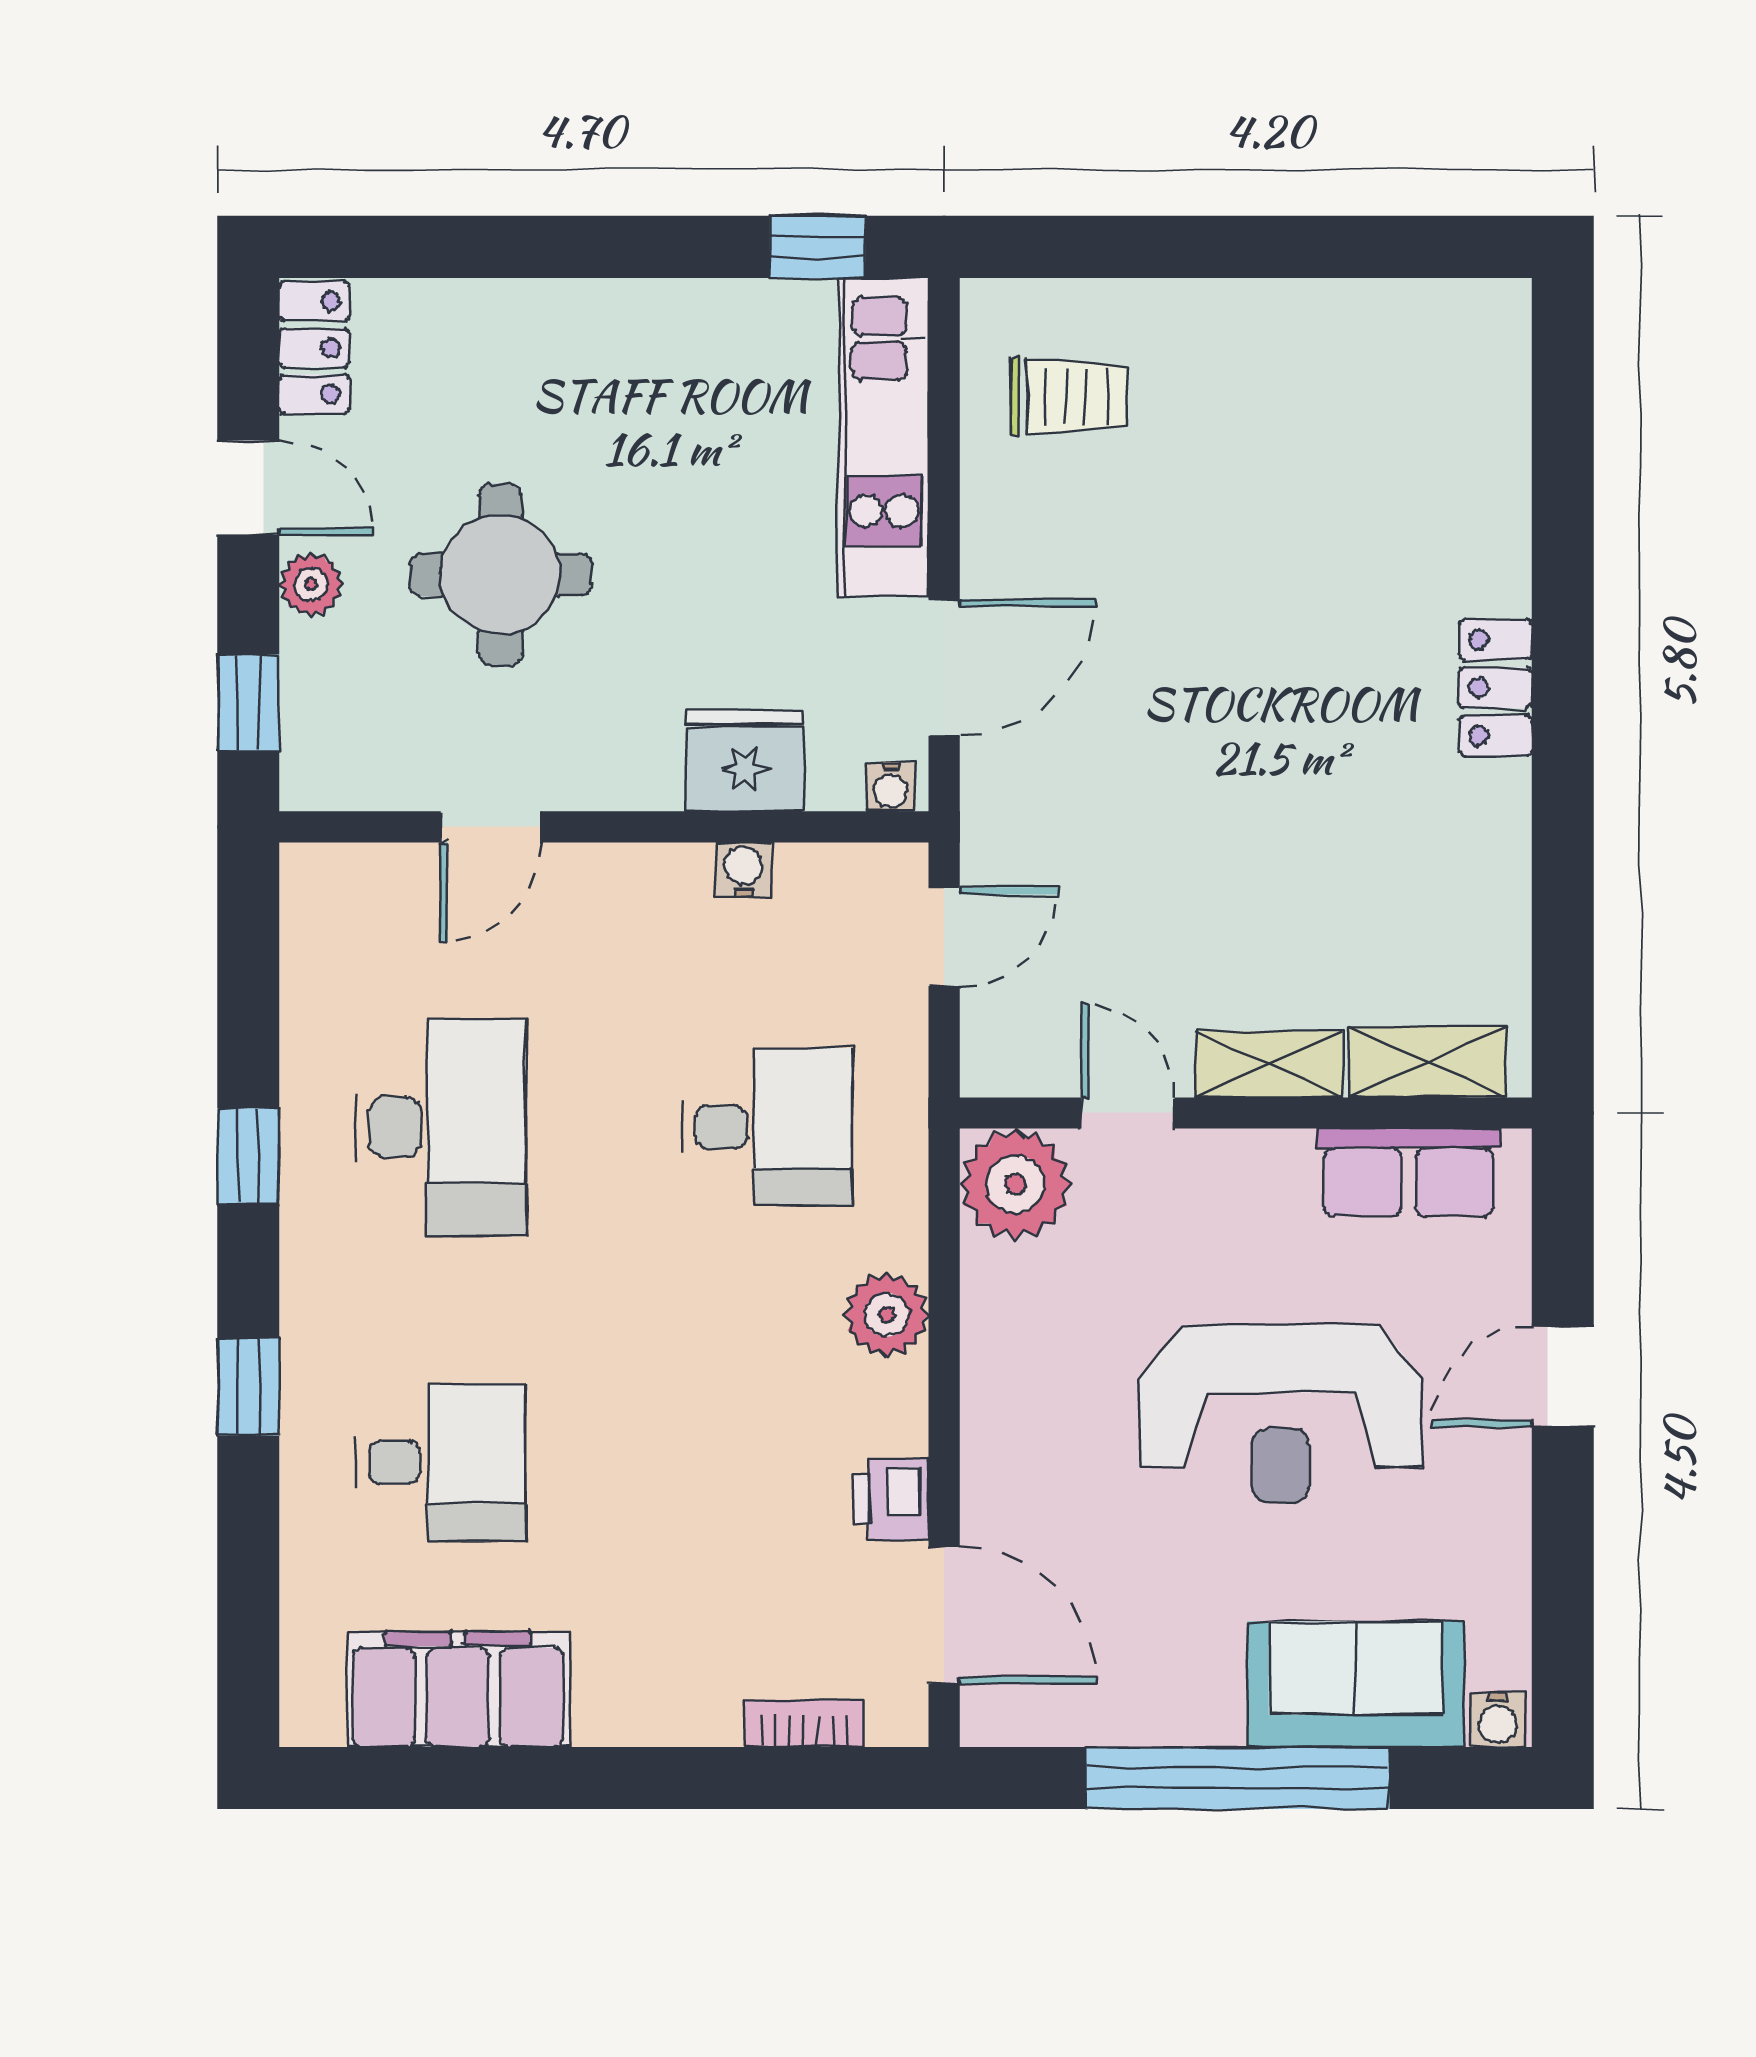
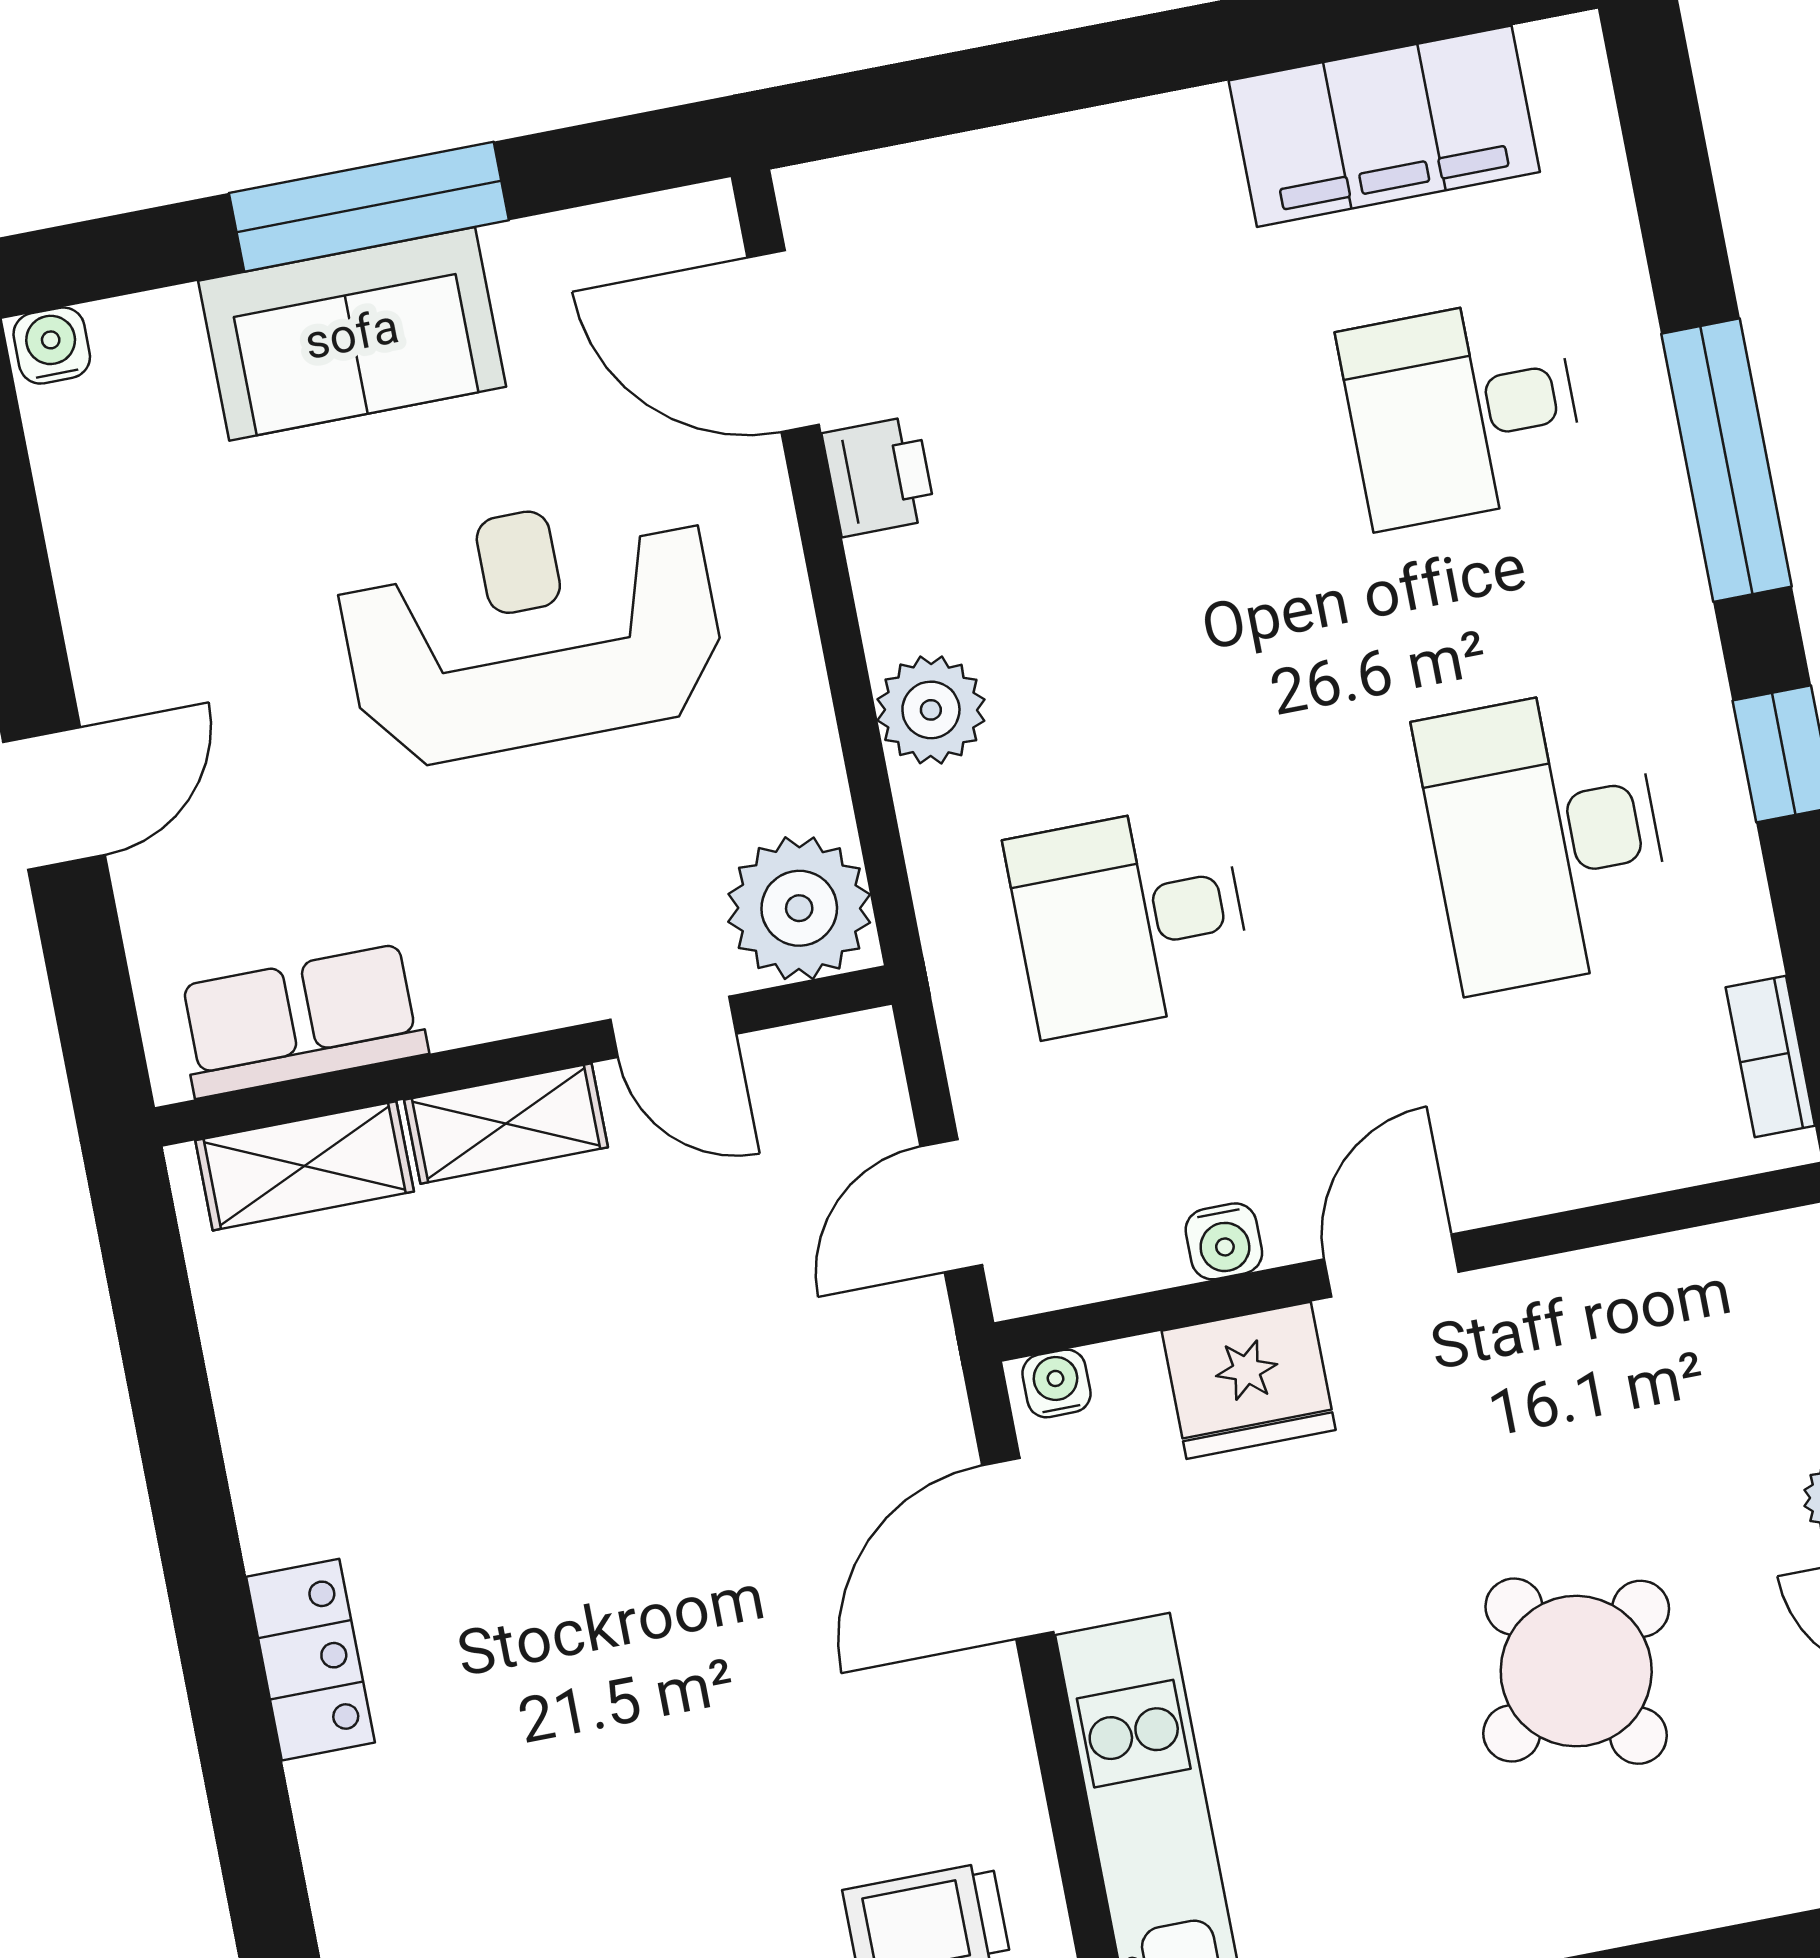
round table: (500, 575) -> (1576, 1671), moved, turned -33
door: (491, 827) -> (1391, 1266), moved
window: (248, 1387) -> (1726, 460), width x2.17
reception desk: (1281, 1414) -> (531, 628), moved
sofa: (1356, 1684) -> (352, 334), moved
bookcase: (804, 1723) -> (1770, 1057), moved, turned 90
window: (1238, 1778) -> (369, 207), width x0.68

